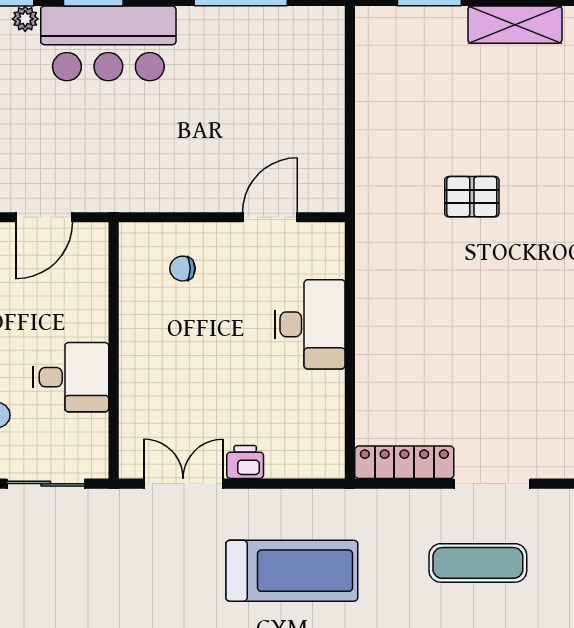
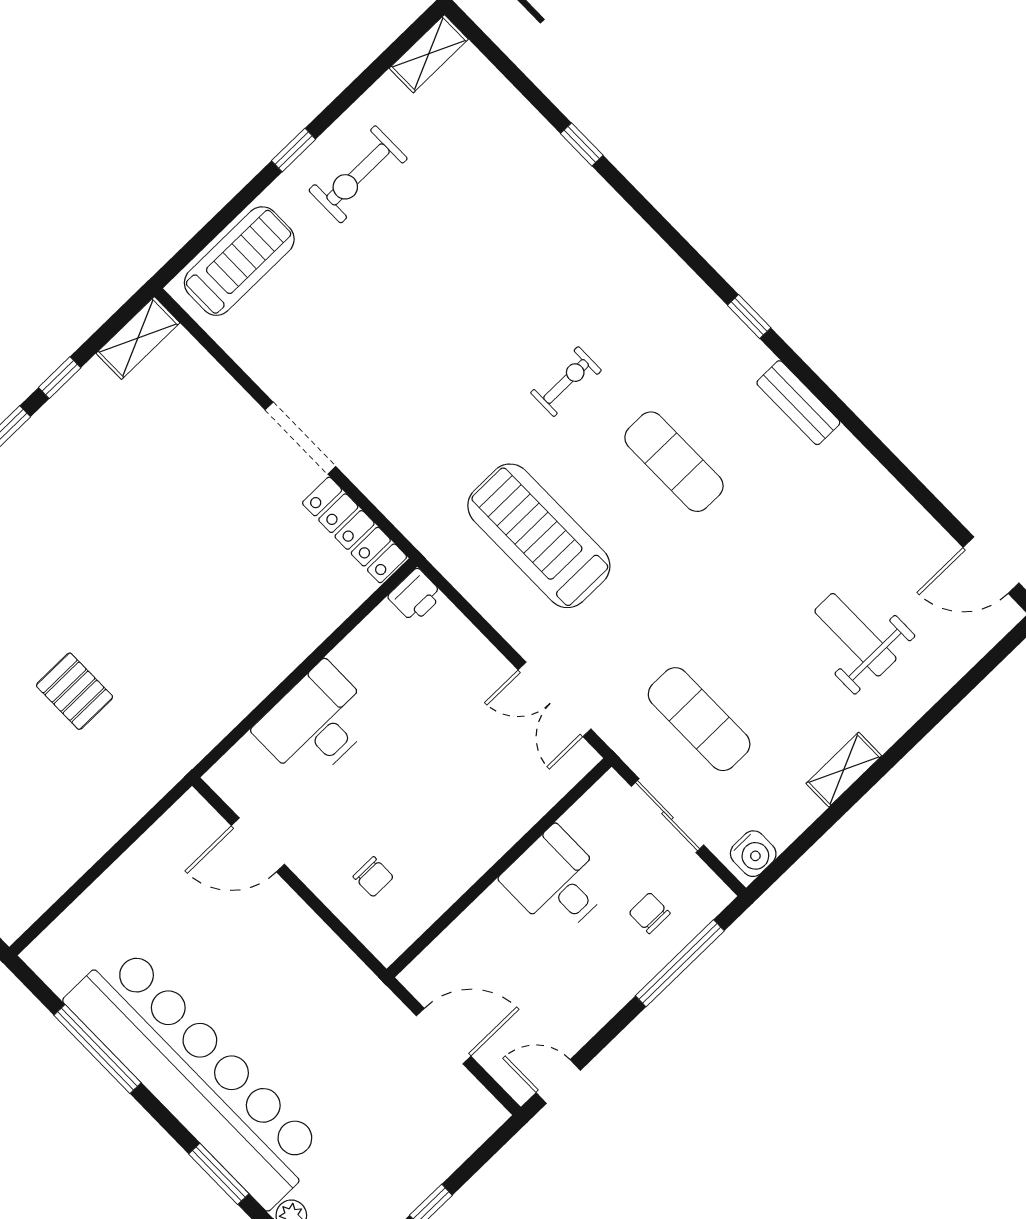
bar counter: (108, 43) -> (196, 1076), width x1.86
printer: (245, 462) -> (415, 596), moved, turned -90
exercise mat: (478, 563) -> (699, 719), moved

